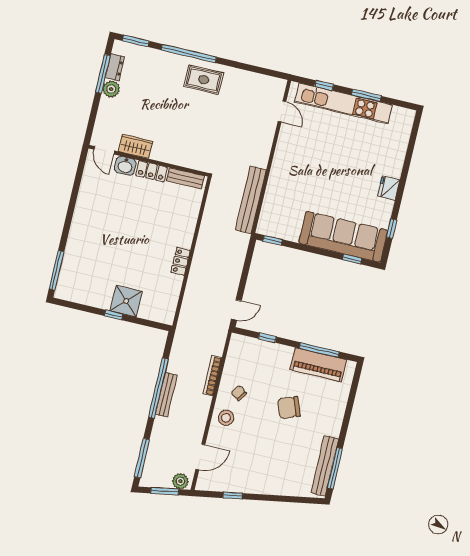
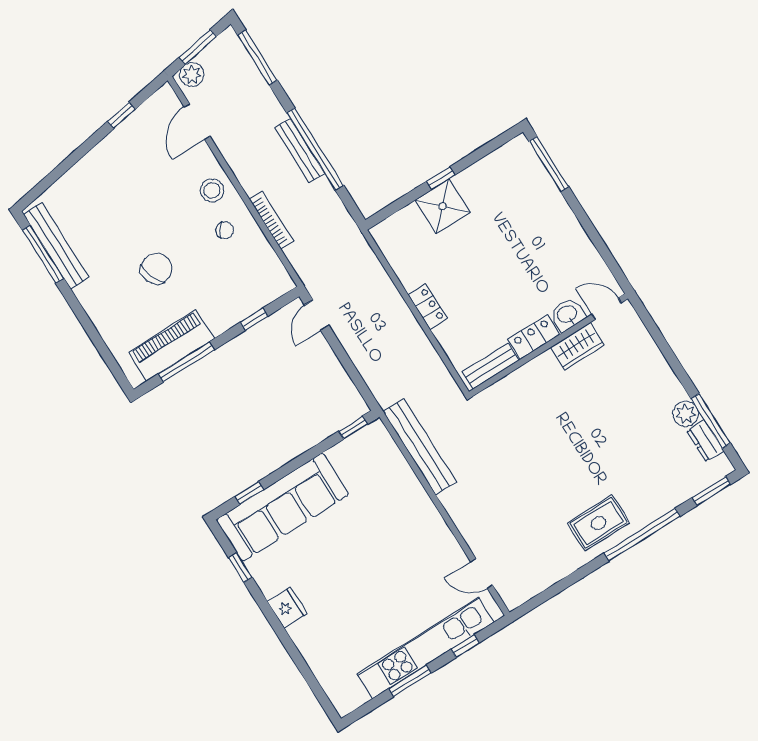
wardrobe: (135, 146) -> (578, 346), moved
door: (104, 150) -> (607, 308), moved
wall: (149, 161) -> (549, 345), moved
washbasin: (125, 166) -> (568, 315), moved
locker: (151, 171) -> (534, 337), moved
bench: (185, 178) -> (491, 366), moved

